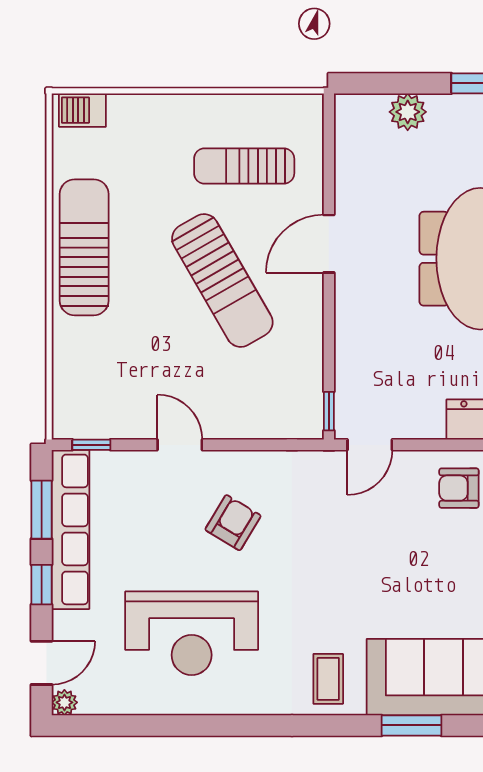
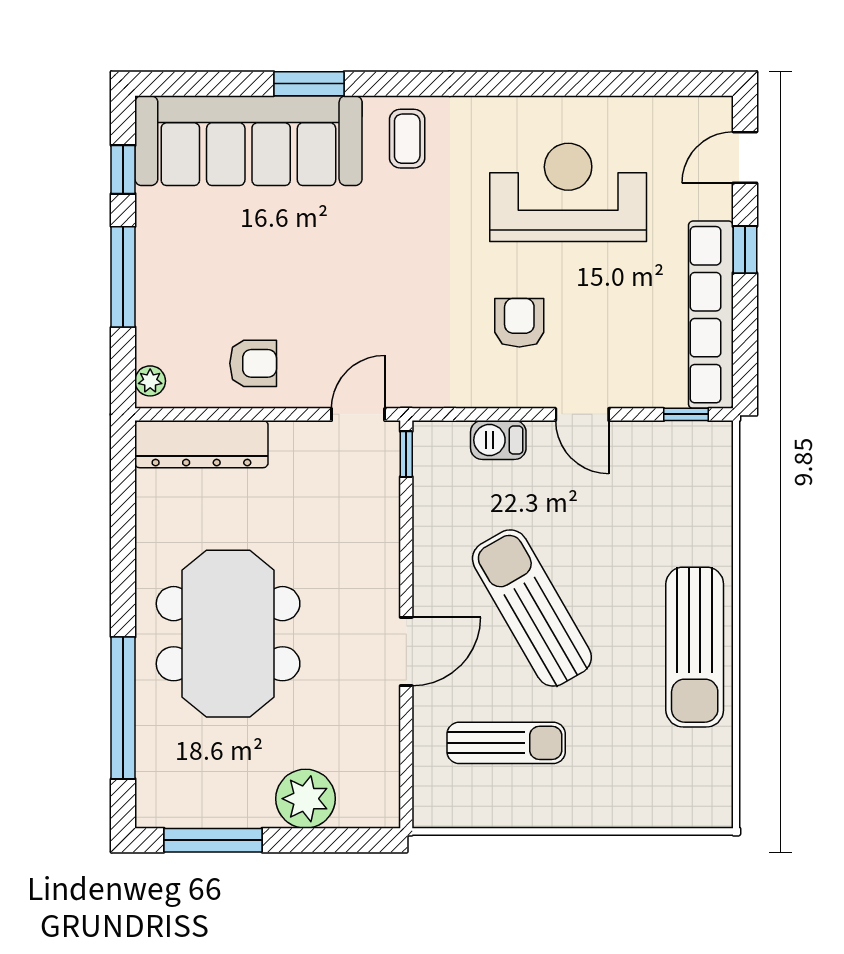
barbecue: (82, 110) -> (498, 440), moved, turned 180
plant: (408, 112) -> (306, 799), width x1.36, depth x1.36
window: (42, 510) -> (745, 338), removed
armchair: (233, 523) -> (519, 323), turned 149
plant: (64, 702) -> (718, 111), removed

